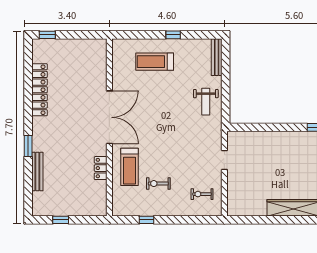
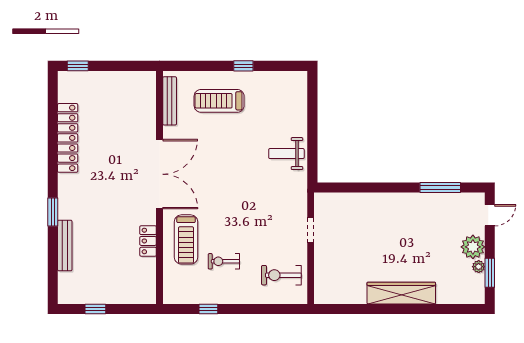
bench: (217, 57) -> (170, 101), moved
weight bench: (206, 102) -> (286, 154), turned 90
exercise bike: (202, 194) -> (281, 275), width x1.38, depth x1.39

